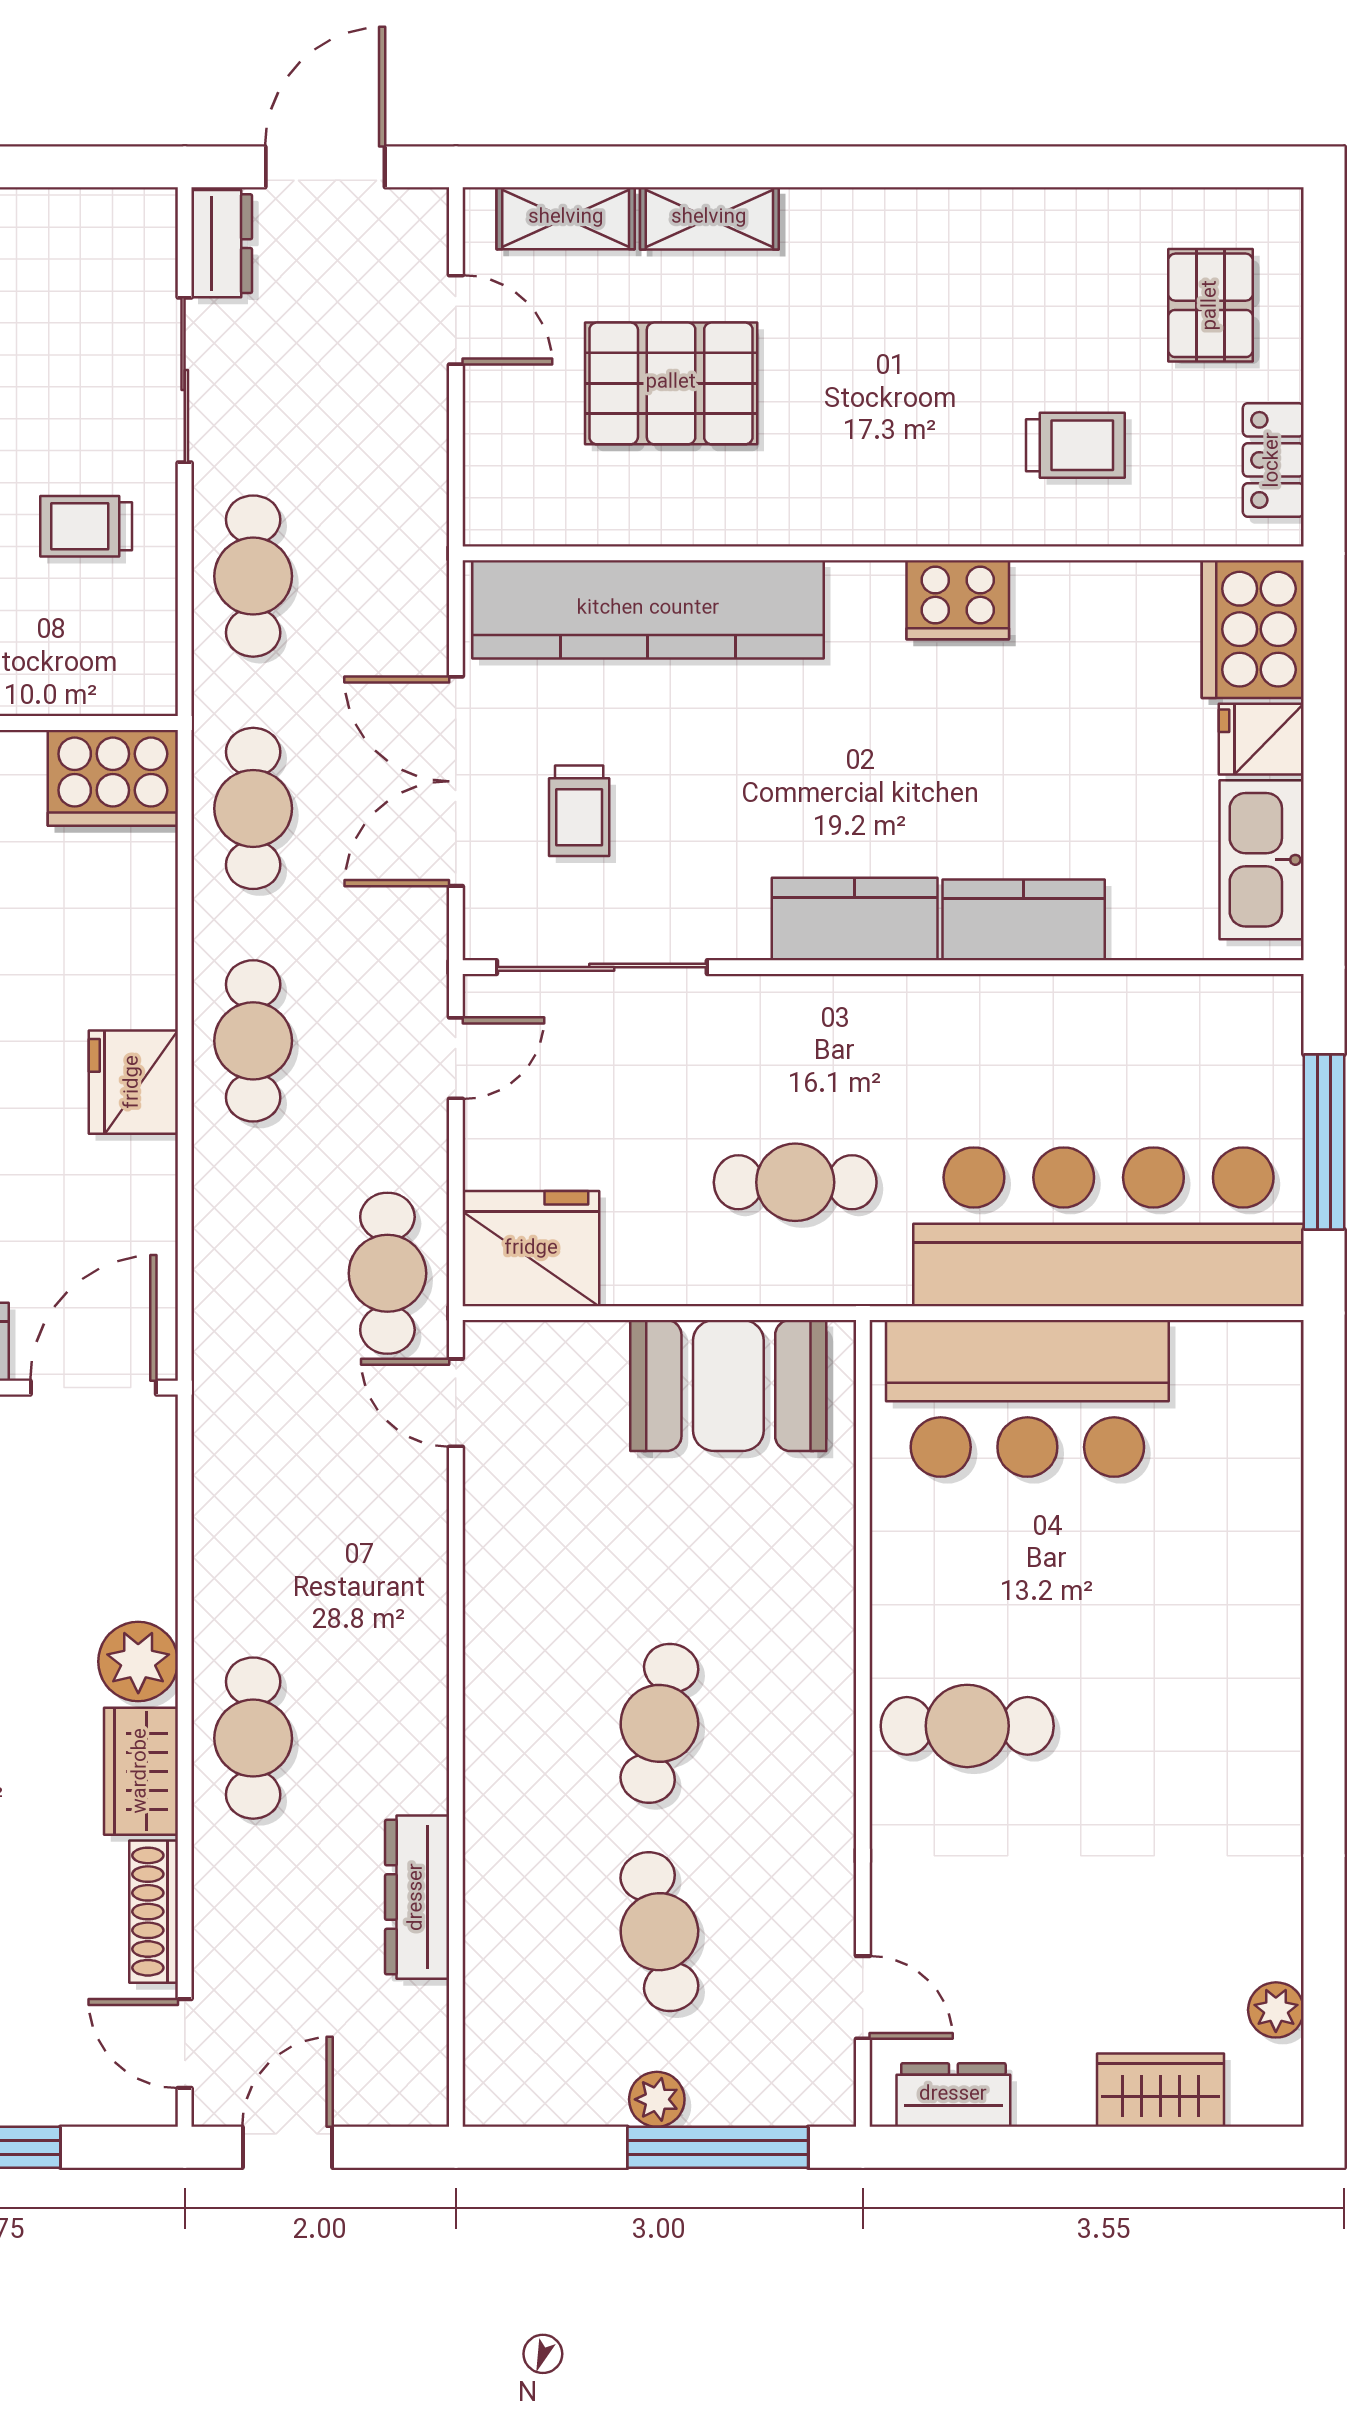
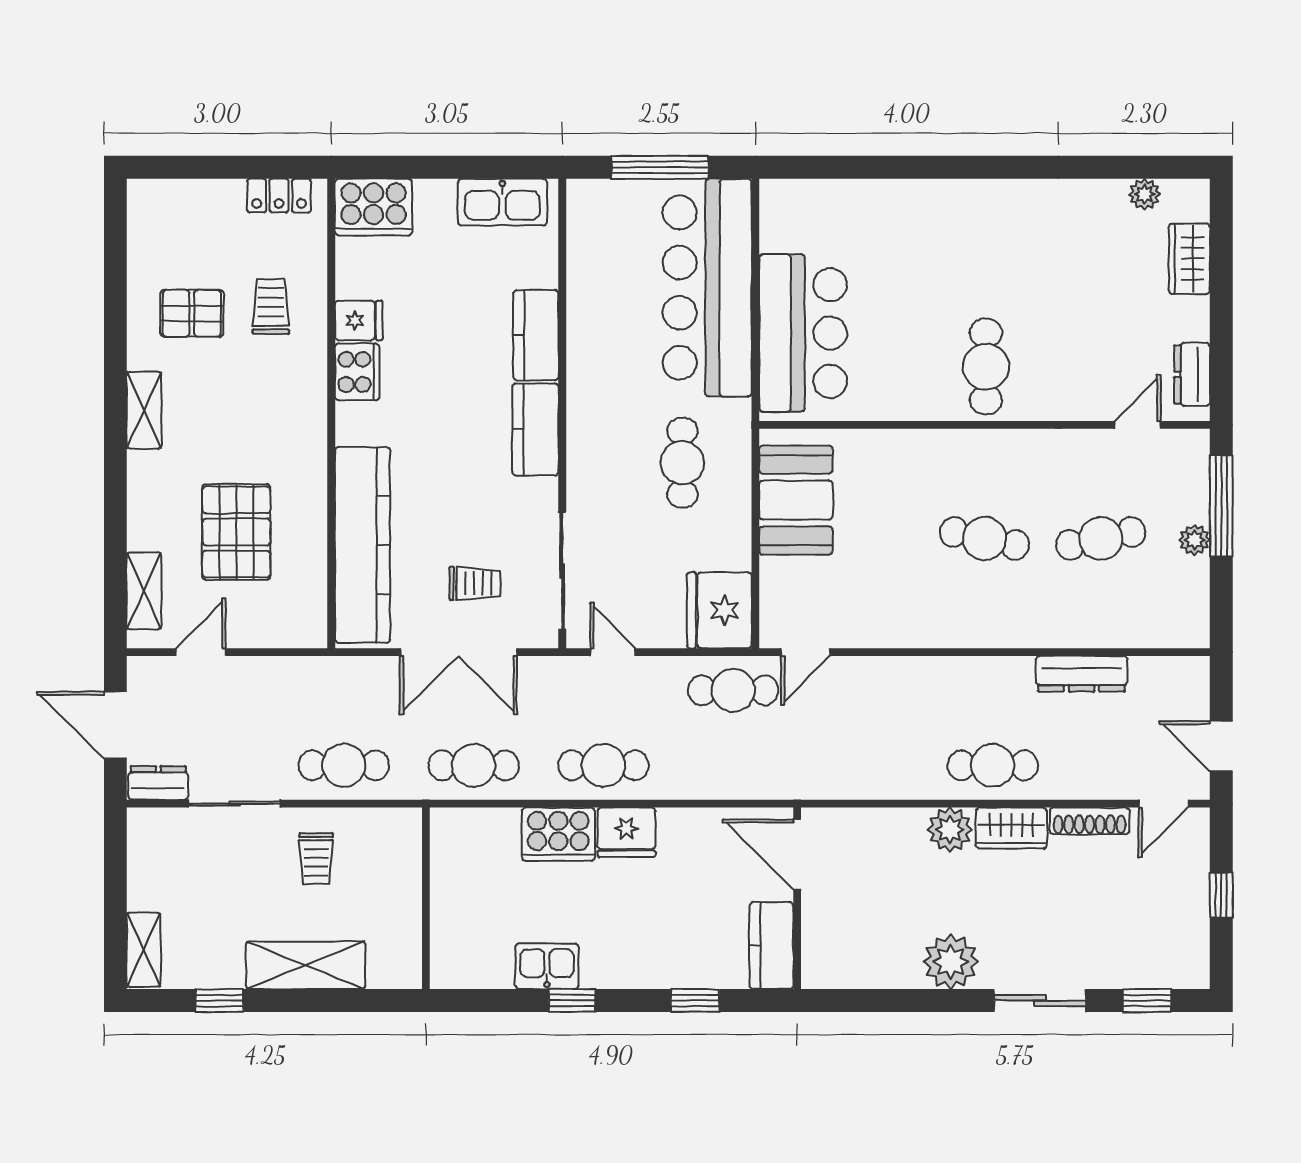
shelving: (709, 218) -> (144, 410), moved
pallet: (1211, 305) -> (192, 313), moved
fridge: (1261, 739) -> (359, 320), moved, turned -90
cooker: (113, 778) -> (558, 834), moved, turned 90

